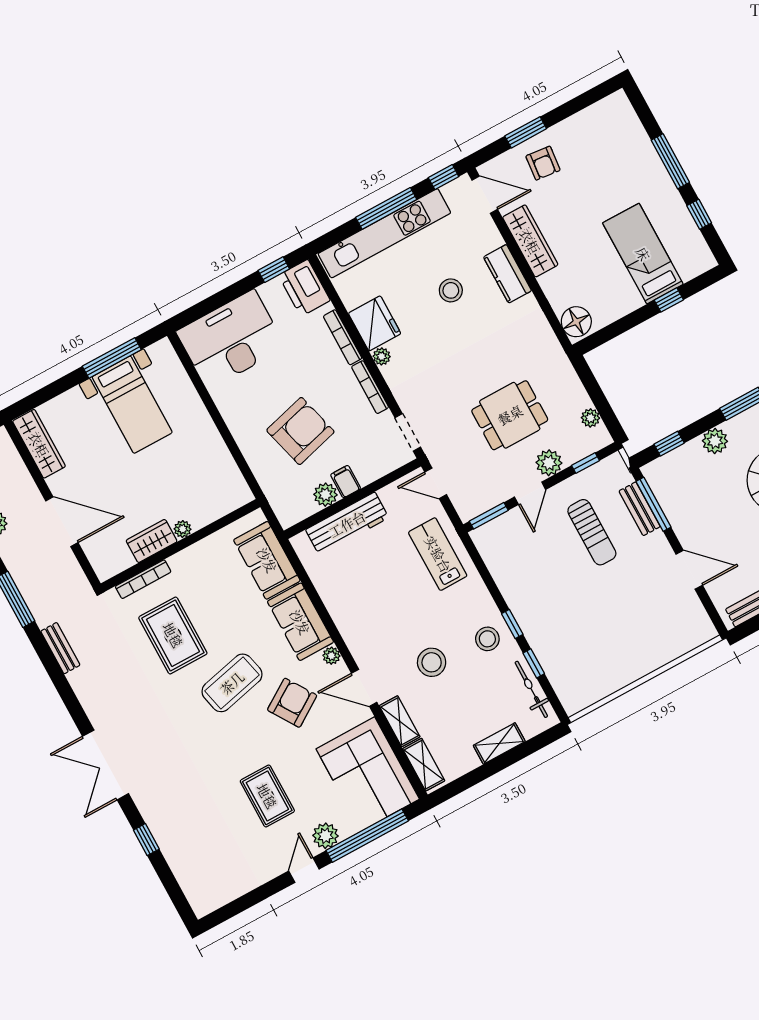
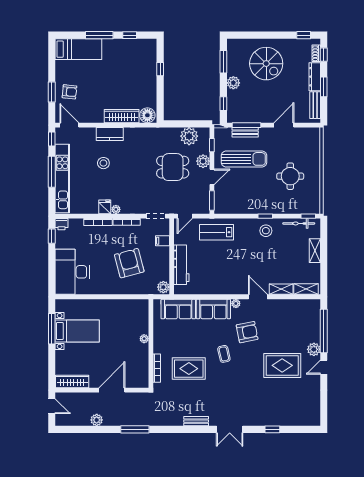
door: (485, 195) -> (69, 125), hinge flipped
wardrobe: (530, 241) -> (122, 116), moved
bed: (643, 254) -> (78, 49), moved, turned 180
printer: (304, 288) -> (62, 224), width x0.53, depth x0.68
fridge: (375, 323) -> (105, 207), width x0.53, depth x0.75
dining table: (510, 415) -> (173, 167), turned 90
plant: (590, 418) -> (189, 136), width x1.88, depth x1.88
filing cabinet: (346, 482) -> (162, 241), moved
door: (530, 493) -> (212, 177), hinge flipped
plant: (325, 495) -> (163, 287), moved
sun lounger: (592, 532) -> (244, 159), width x1.36, depth x1.34
wardrobe: (152, 541) -> (142, 355), removed
round table: (606, 629) -> (290, 176), added
bench: (60, 648) -> (196, 421), moved
stool: (432, 662) -> (263, 261), removed
window: (534, 663) -> (308, 216), moved
coffee table: (232, 683) -> (224, 354), width x0.54, depth x0.58
door: (364, 688) -> (258, 297), swing flipped
armchair: (292, 703) -> (247, 332), turned 112
double door: (106, 765) -> (230, 429), width x0.73
corner sofa: (368, 774) -> (297, 316), removed
rug: (267, 796) -> (282, 365), width x1.36, depth x1.43
door: (304, 870) -> (324, 367), hinge flipped

